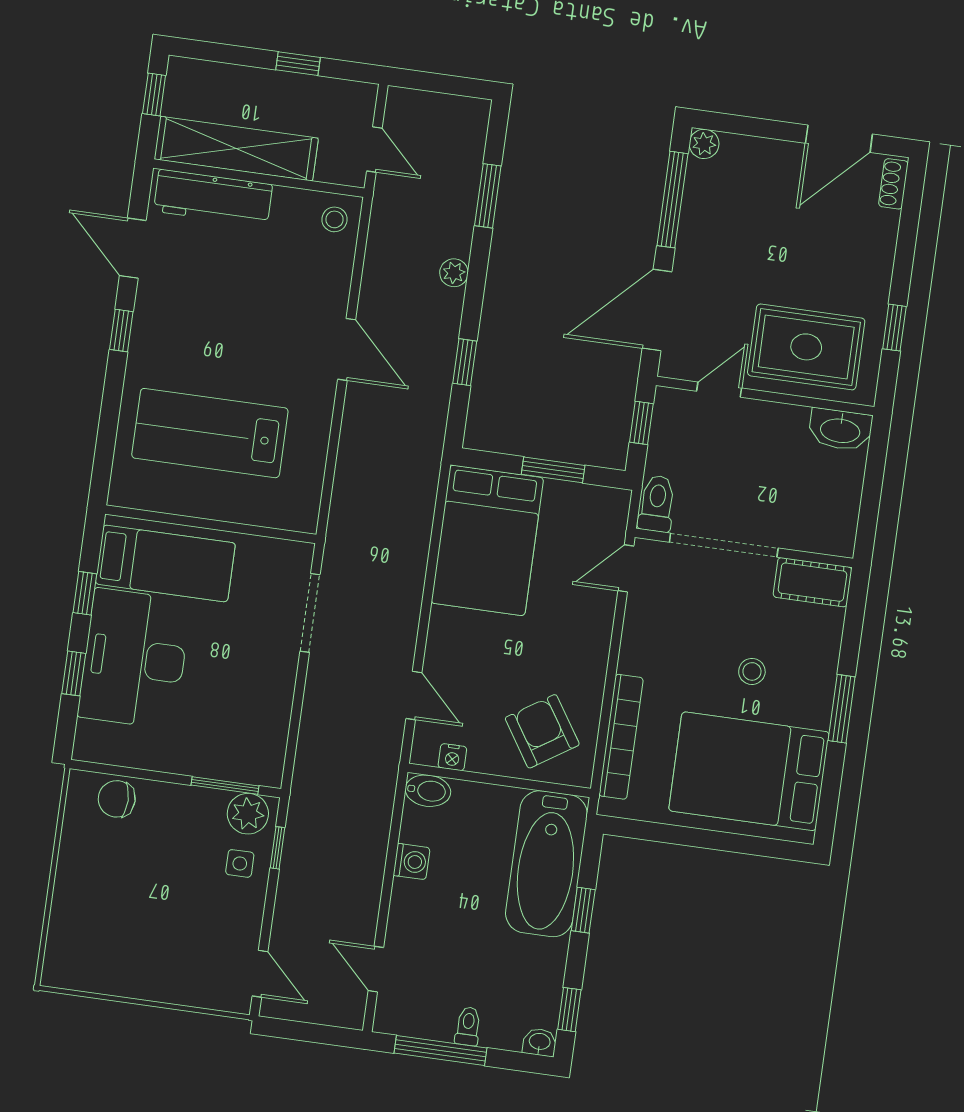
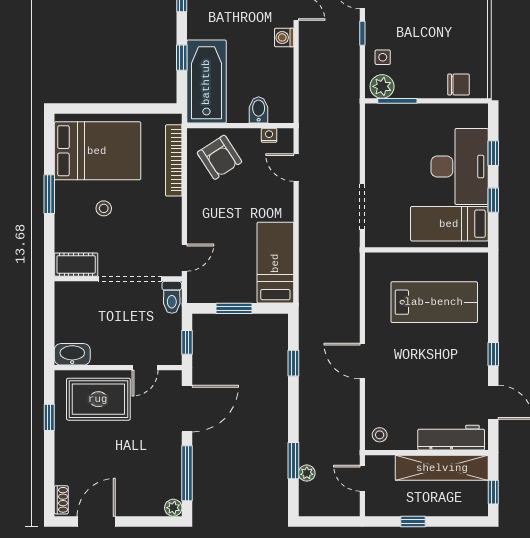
plant: (454, 273) -> (307, 473), moved
bed: (487, 540) -> (275, 263), width x0.67
bidet: (428, 791) -> (259, 110), moved, turned 90
window: (277, 848) -> (362, 33), moved
washing machine: (412, 862) -> (284, 37), moved

